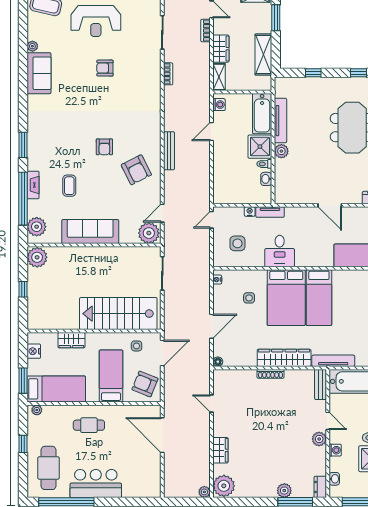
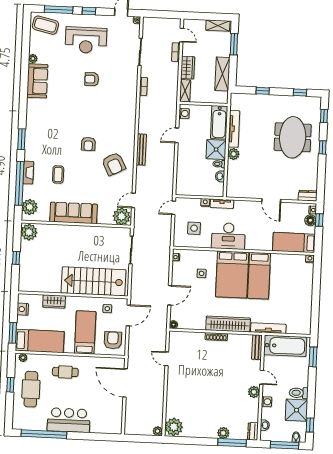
desk: (280, 251) -> (228, 236), width x1.37
armchair: (145, 384) -> (113, 340), turned 68
wardrobe: (220, 450) -> (172, 398), removed
cafe table: (49, 468) -> (31, 389), moved

